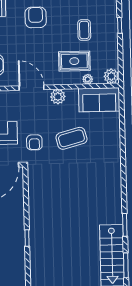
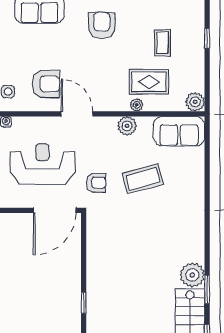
plant: (88, 79) -> (137, 105), moved
door: (32, 88) -> (77, 114), moved
armchair: (34, 142) -> (96, 183), turned -90
plant: (113, 214) -> (192, 275), added

